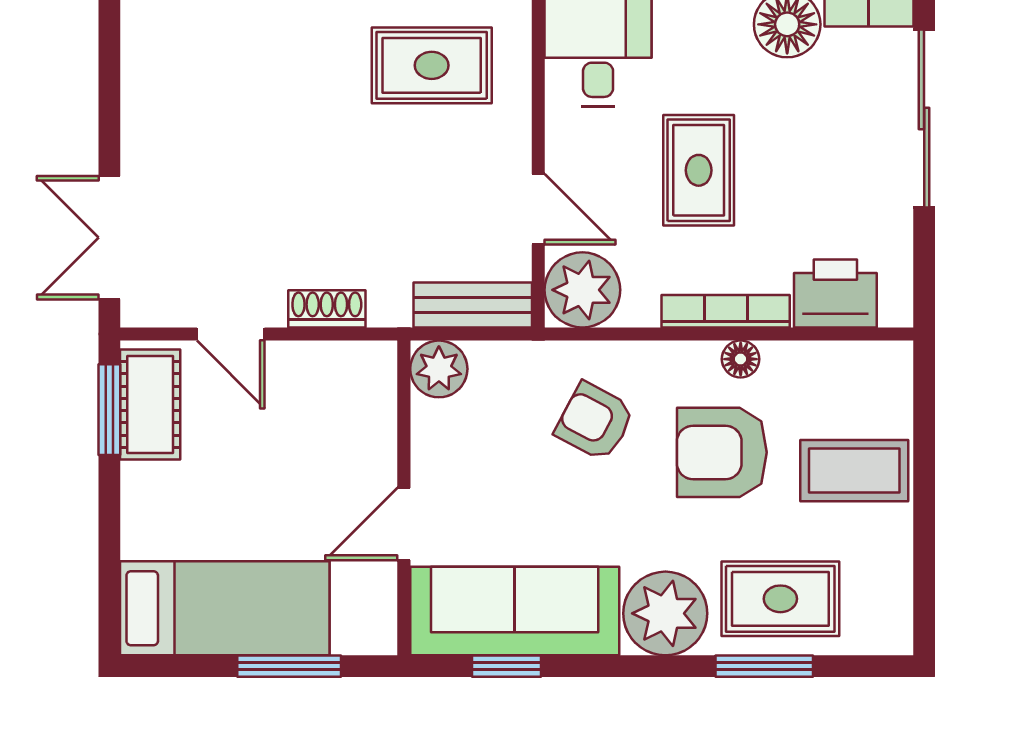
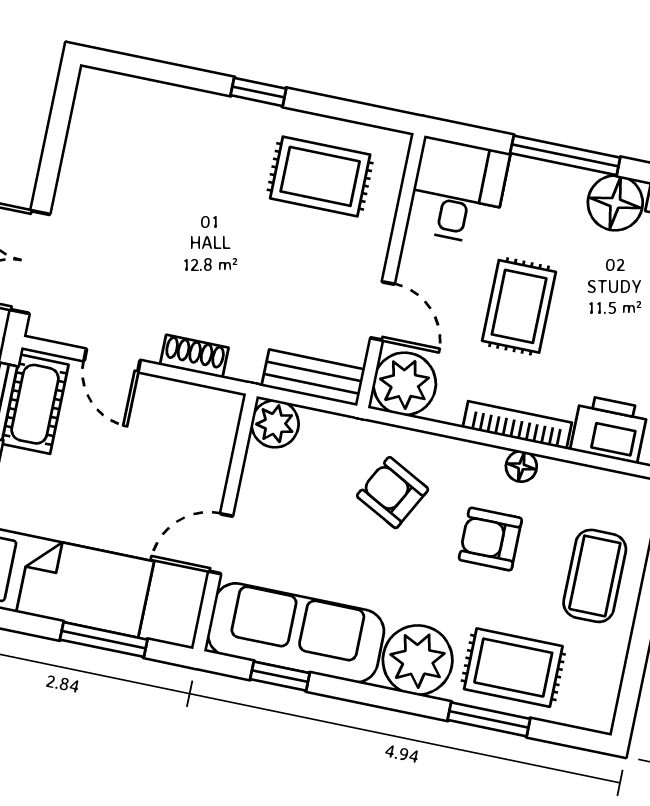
armchair: (722, 452) -> (490, 539), width x0.72, depth x0.72
coffee table: (854, 471) -> (595, 576), turned 90

